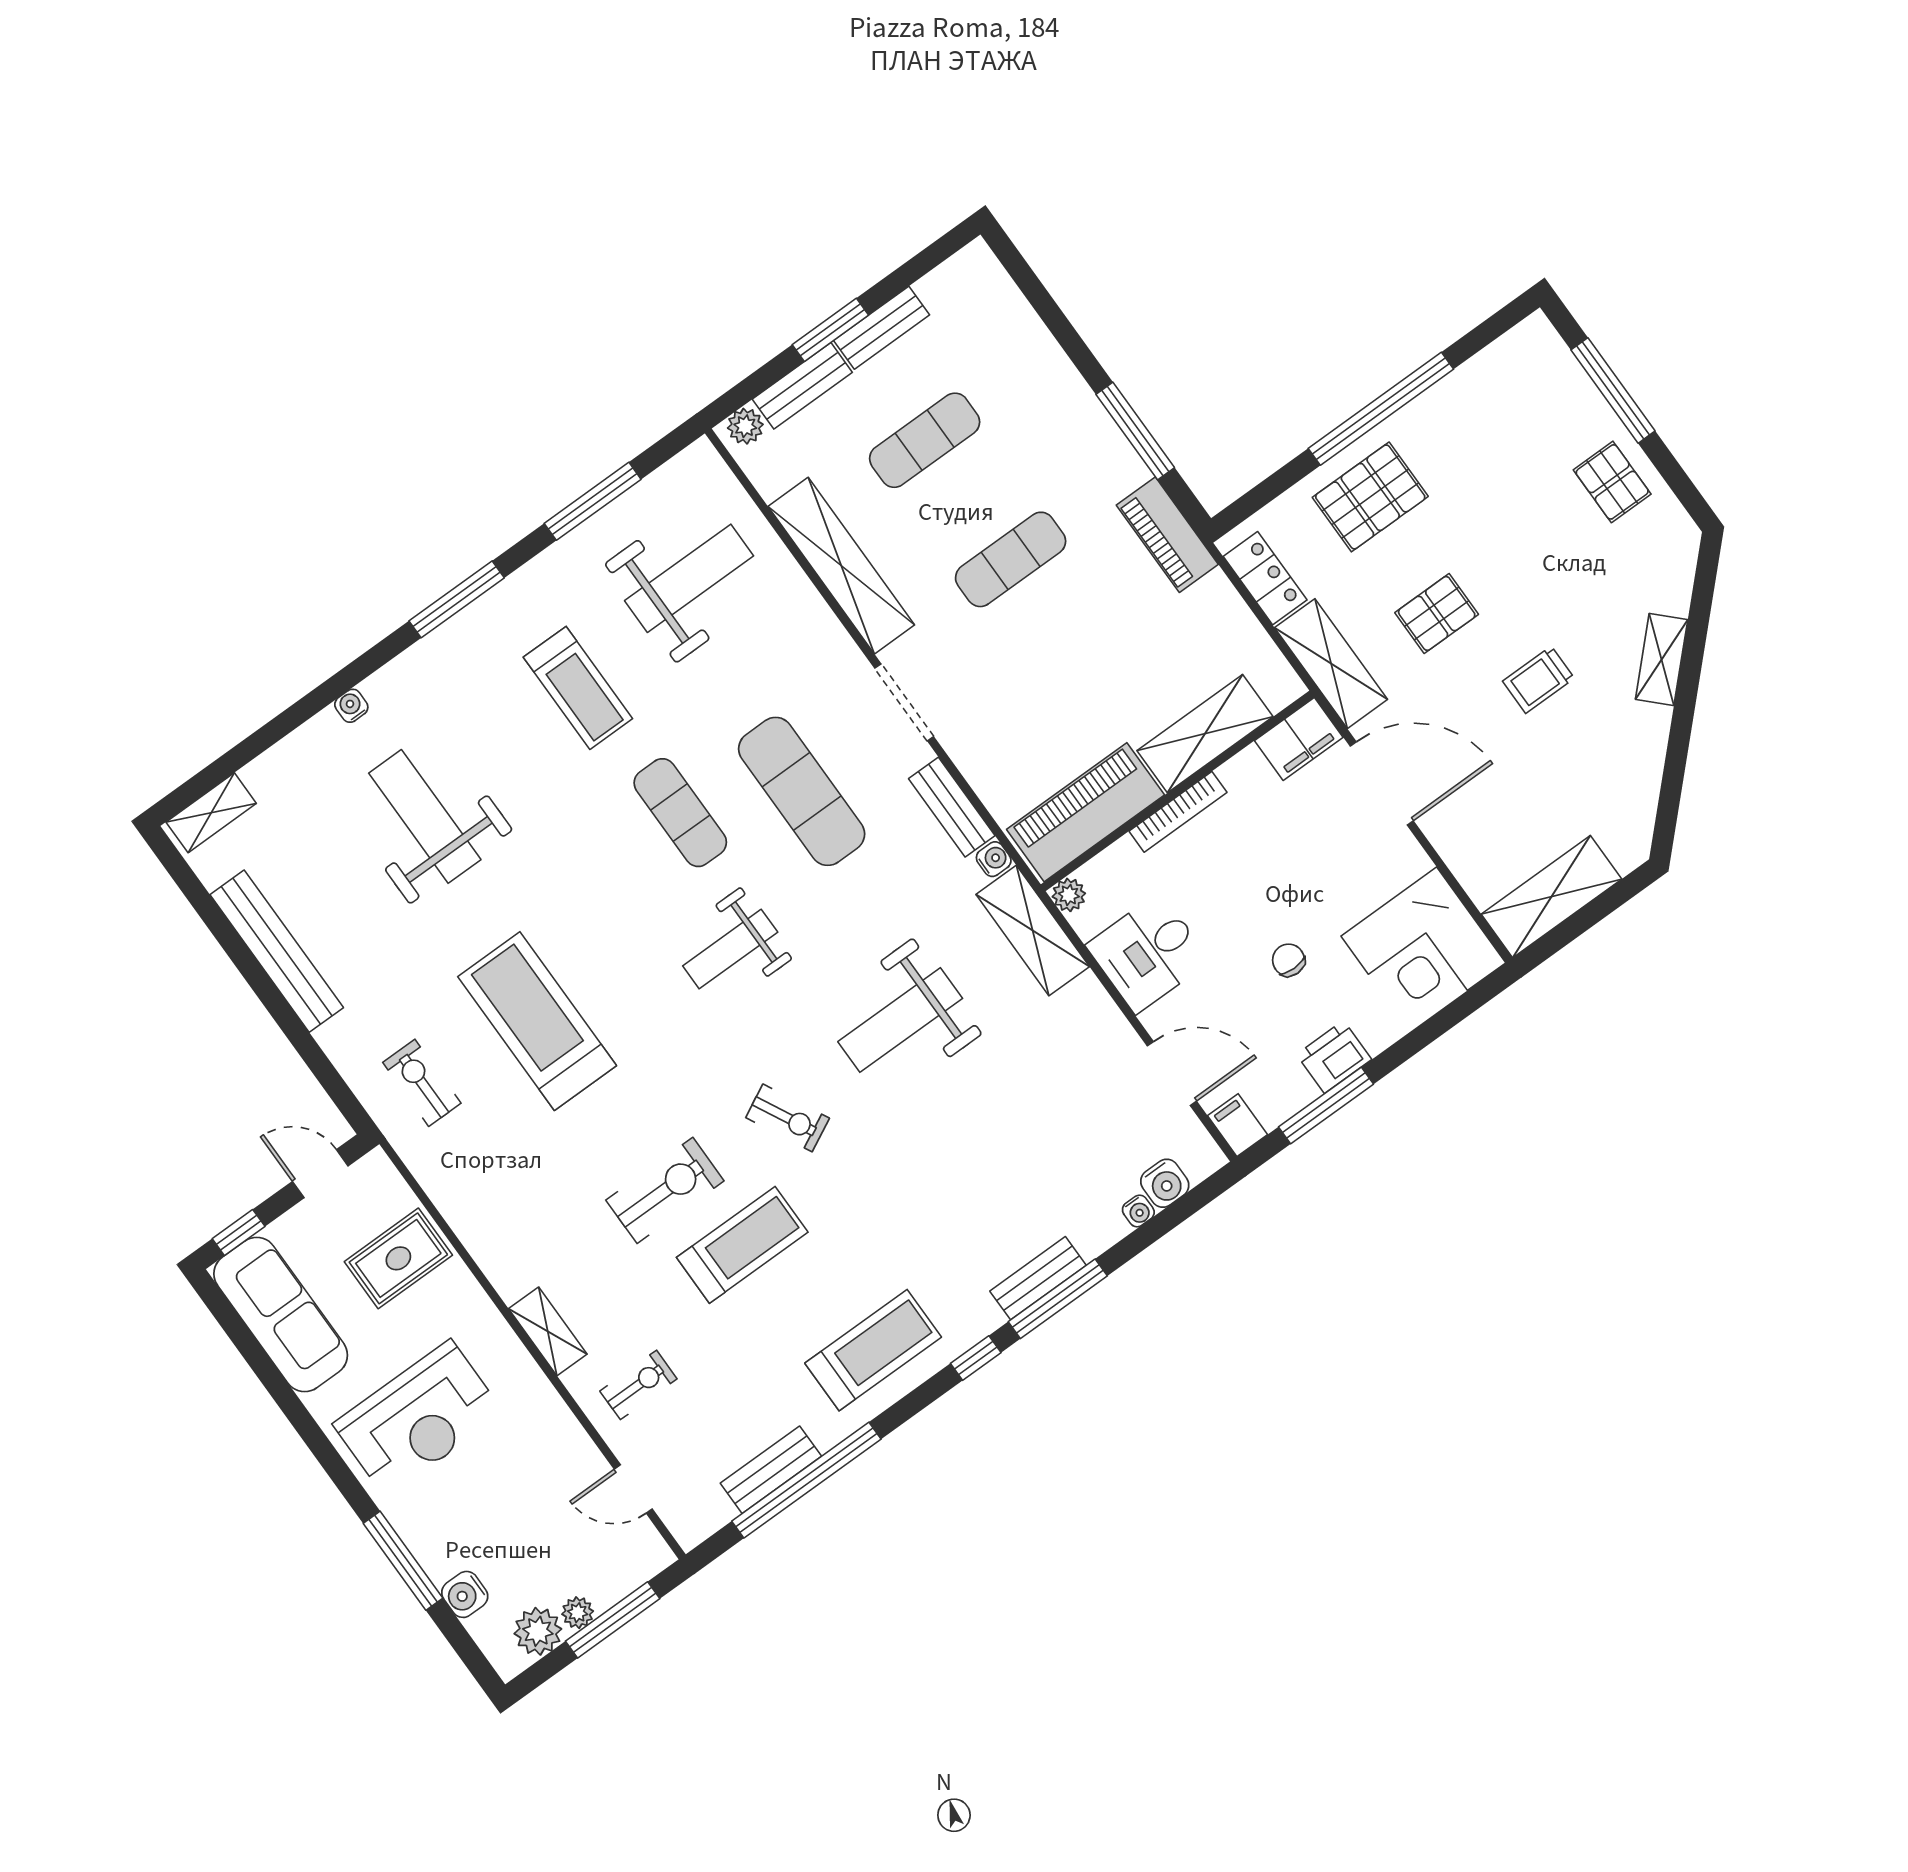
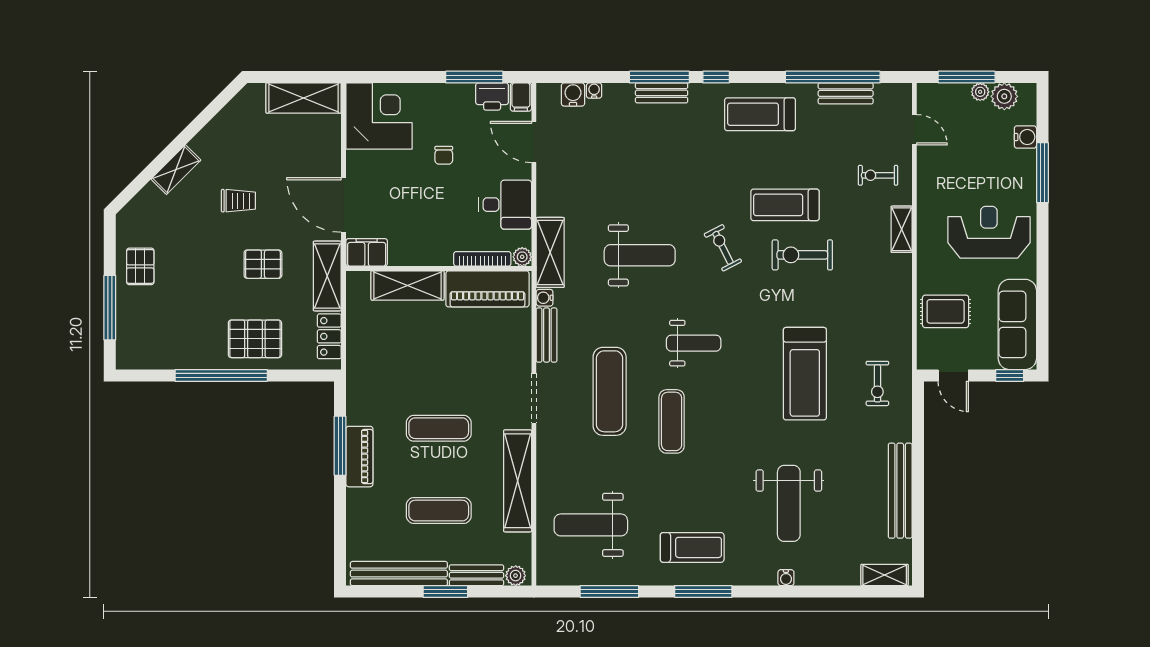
bench: (882, 328) -> (399, 574), width x1.86, depth x1.21
piano: (1167, 535) -> (359, 457), moved
treadmill: (578, 688) -> (692, 547), moved, turned 90
bookcase: (1178, 812) -> (482, 259), moved
printer: (1334, 1057) -> (492, 96), moved

